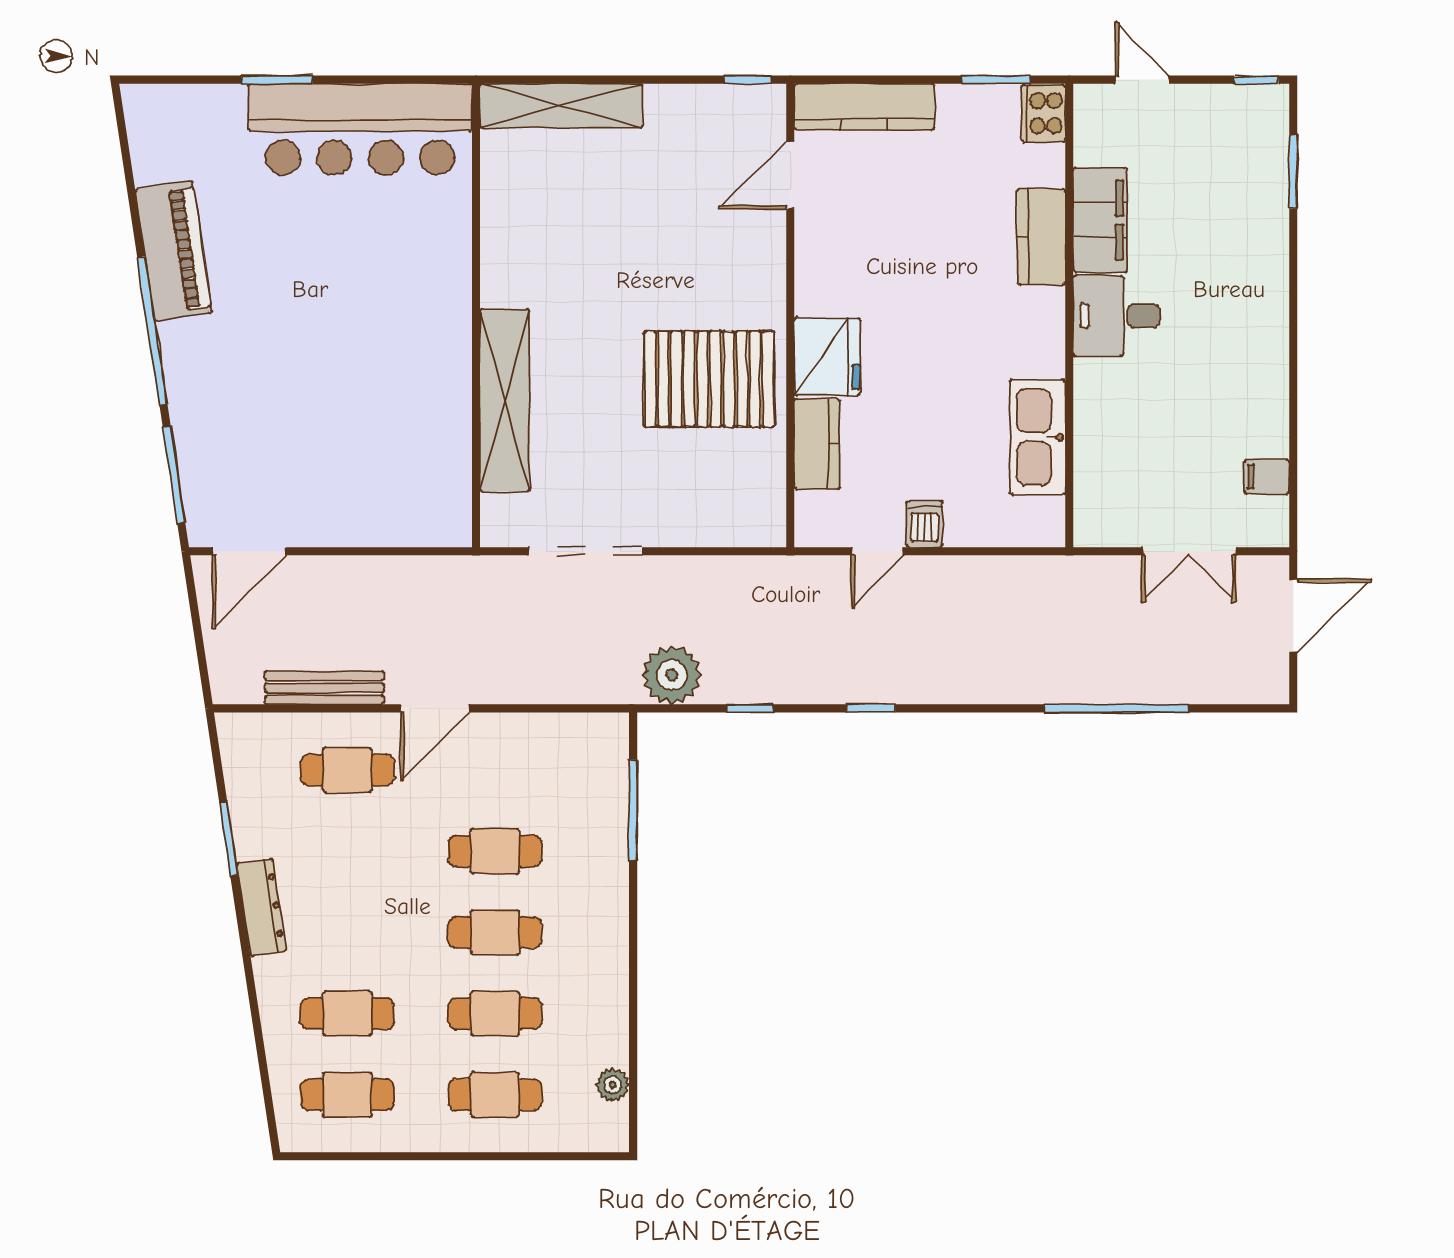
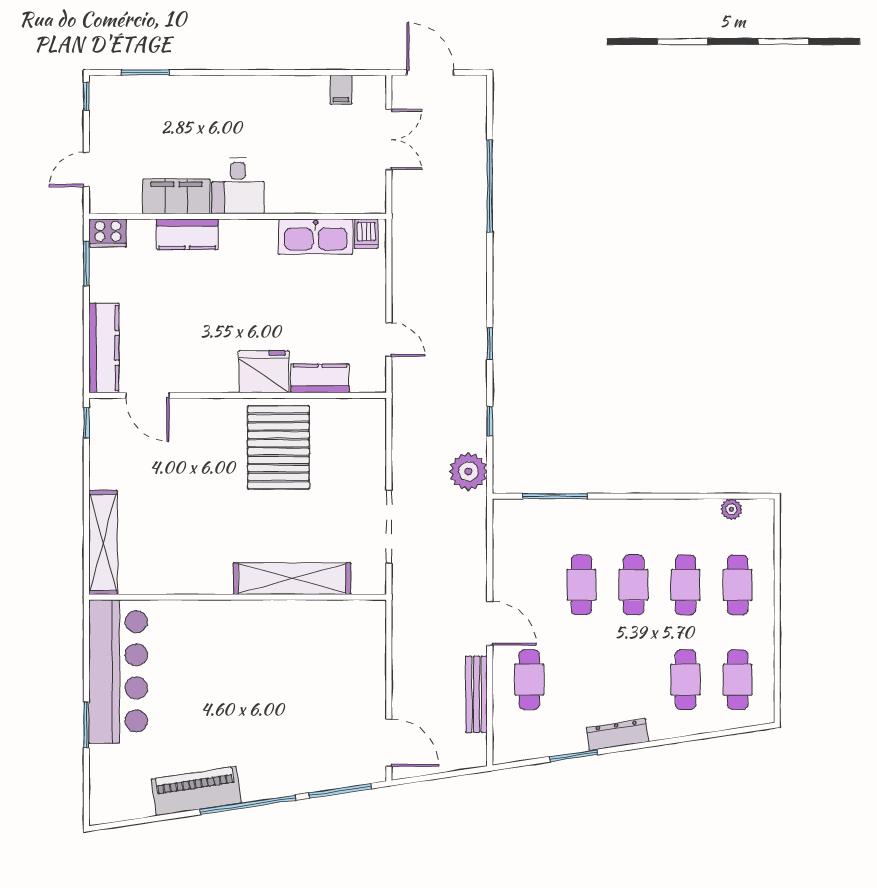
dishwasher: (924, 524) -> (366, 234), moved, turned -90

